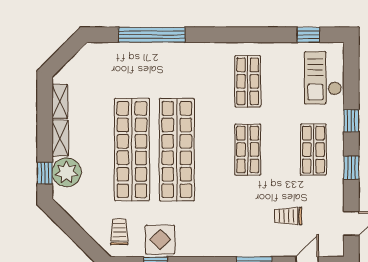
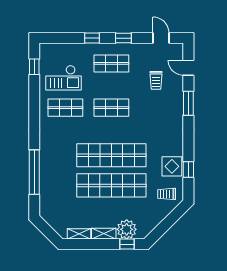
checkout: (323, 78) -> (63, 78), moved

